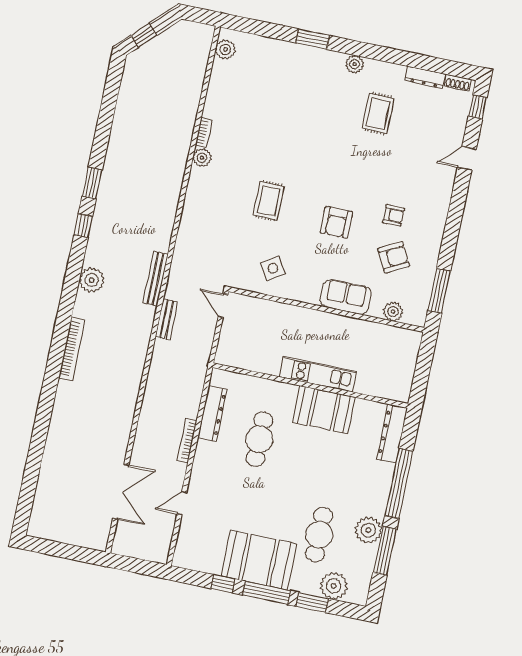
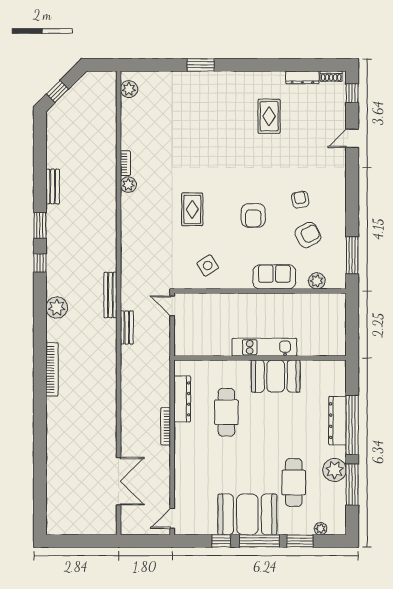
plant: (355, 64) -> (241, 79), removed
bench: (116, 142) -> (53, 186), added
armchair: (393, 215) -> (300, 200), turned -101
dresser: (392, 434) -> (337, 421), moved
door: (182, 503) -> (172, 518), moved
plant: (334, 586) -> (321, 529), width x0.53, depth x0.53

